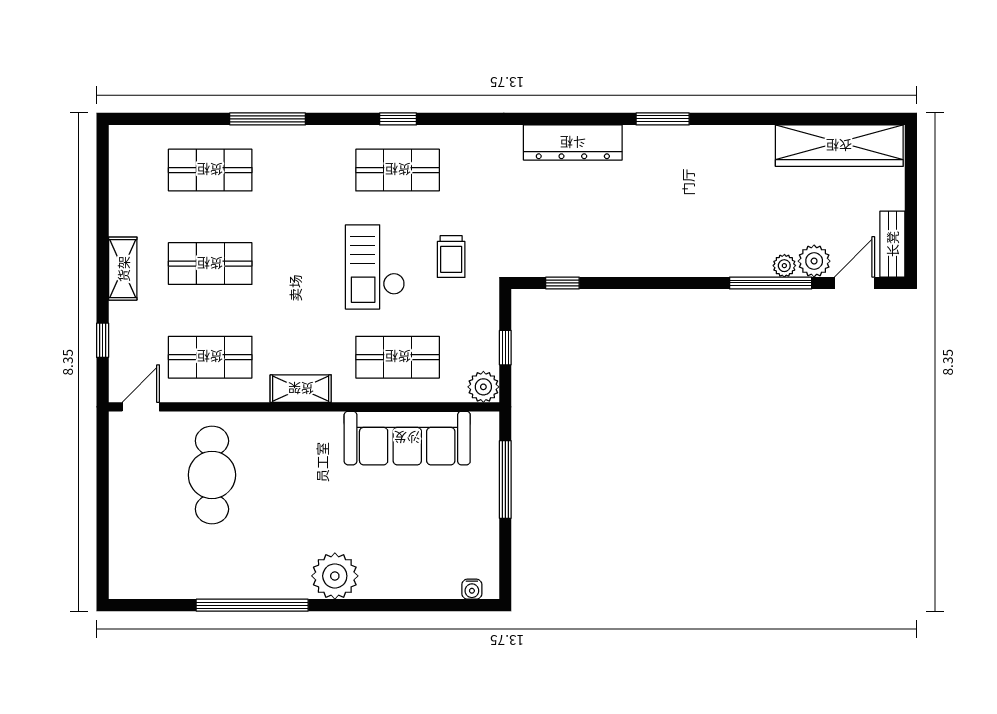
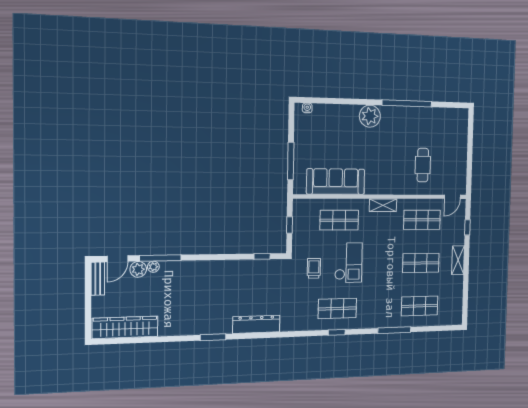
plant: (483, 387) -> (300, 206), removed
cafe table: (212, 475) -> (423, 165), width x0.73, depth x0.74

